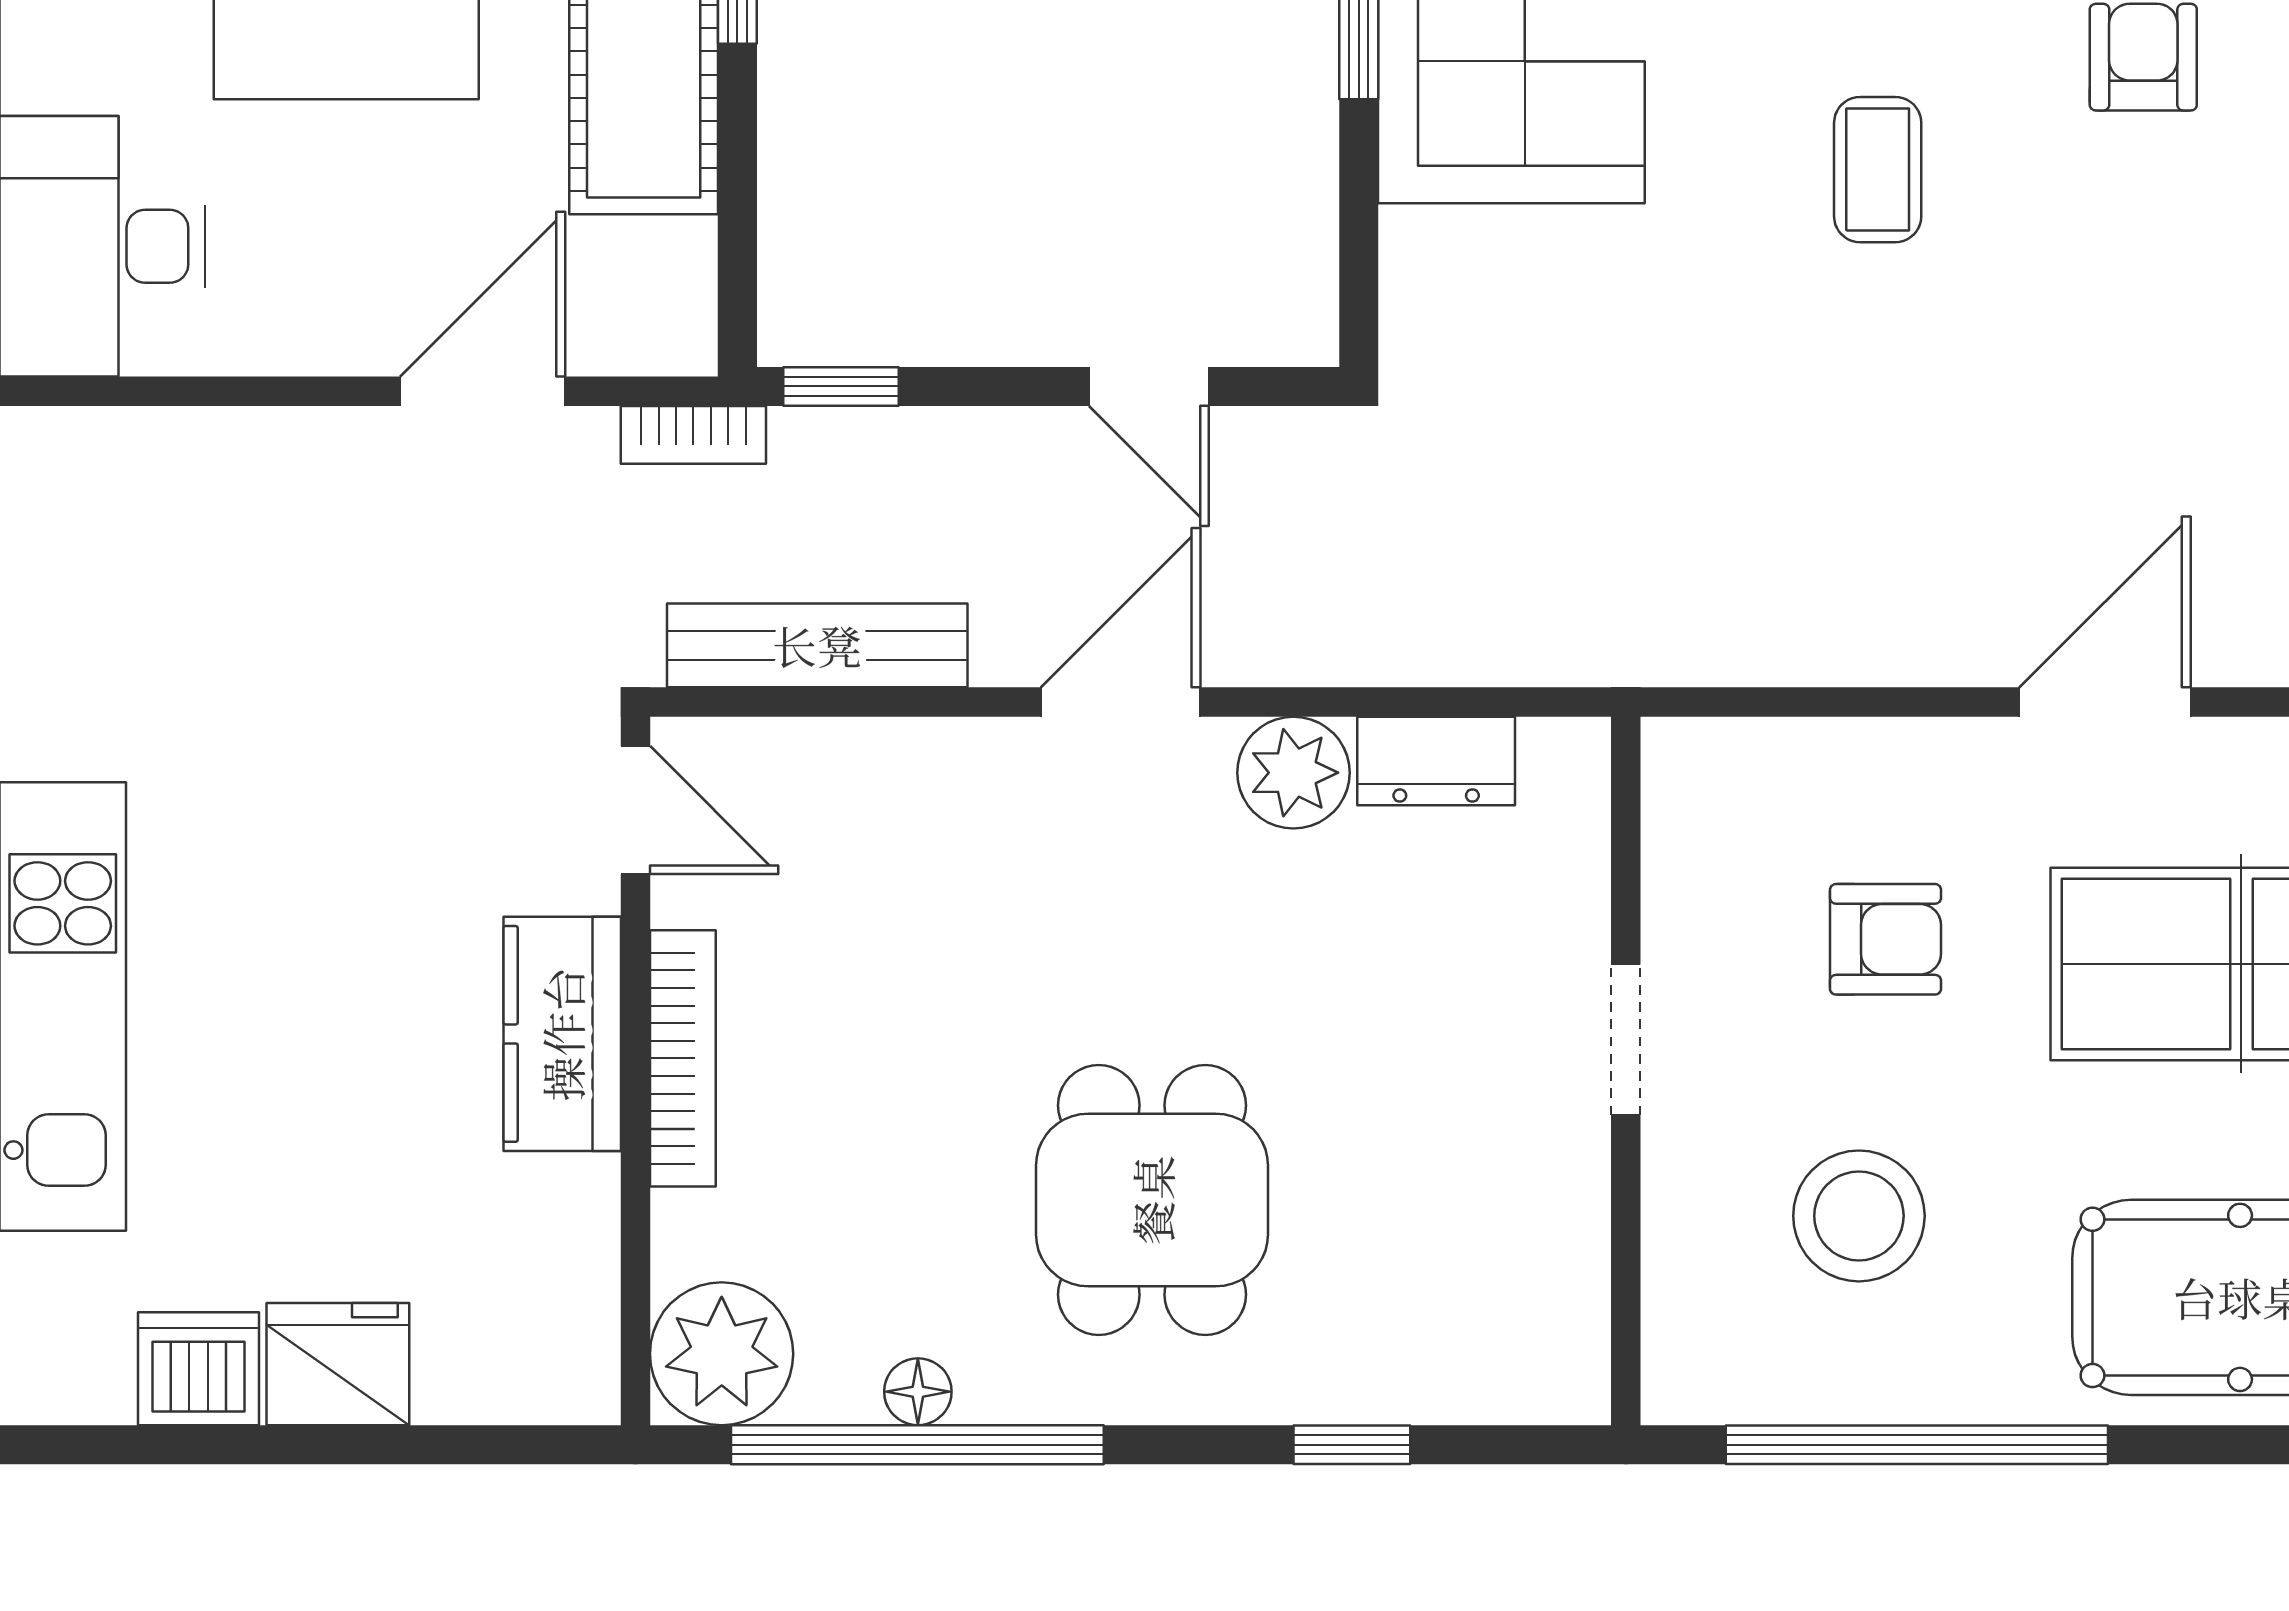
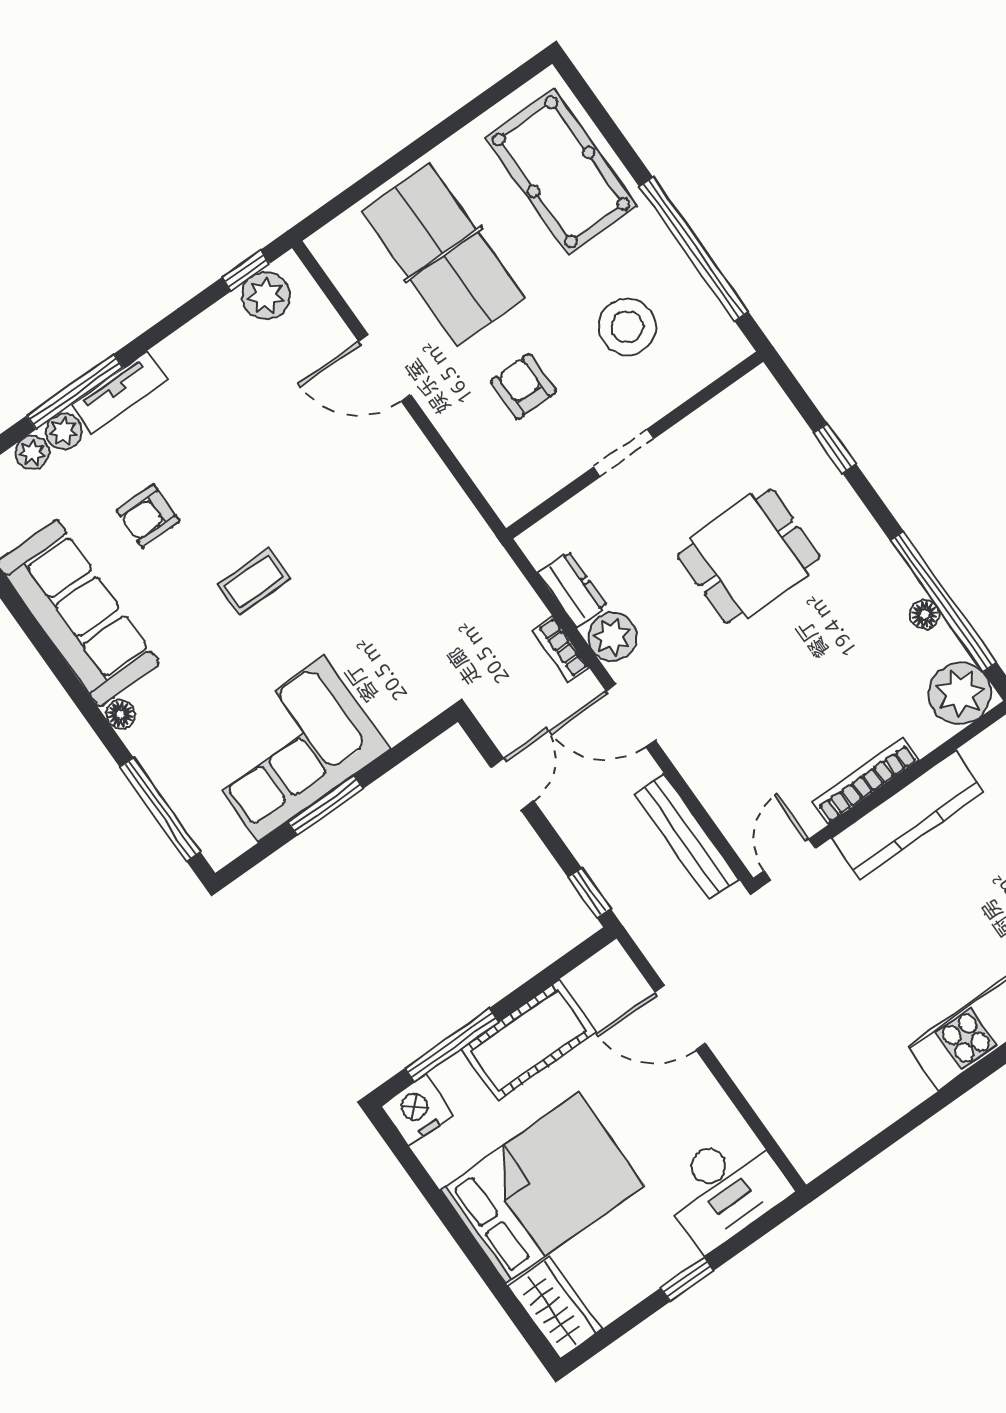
bookcase: (693, 435) -> (561, 649), moved, turned 180
kitchen counter: (562, 1034) -> (908, 815), width x1.50
dining table: (1152, 1200) -> (749, 556), moved

